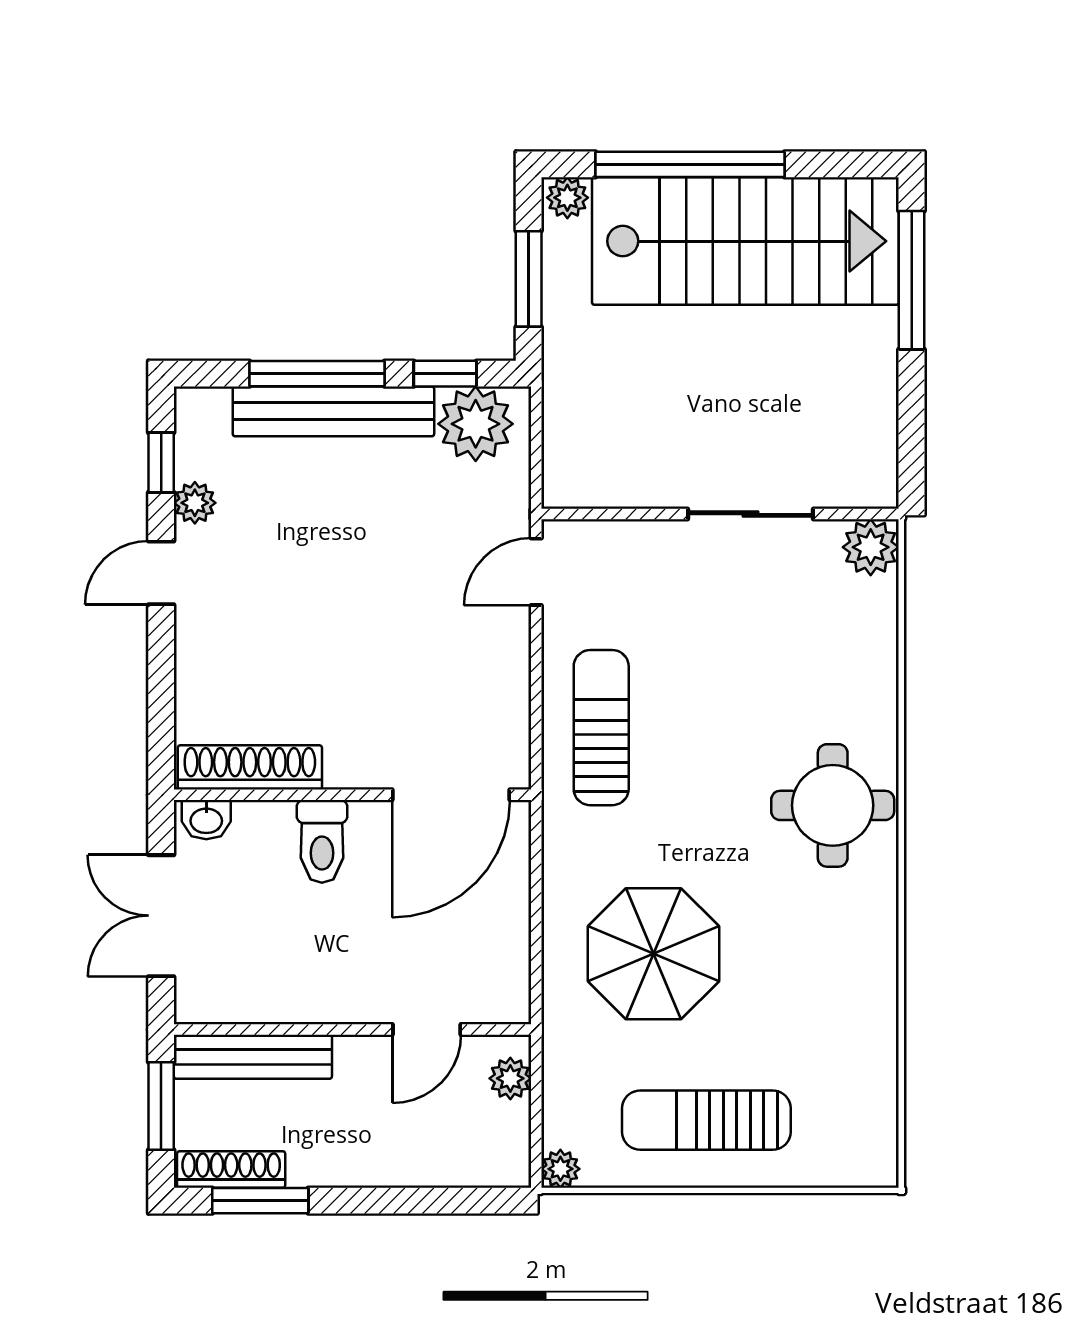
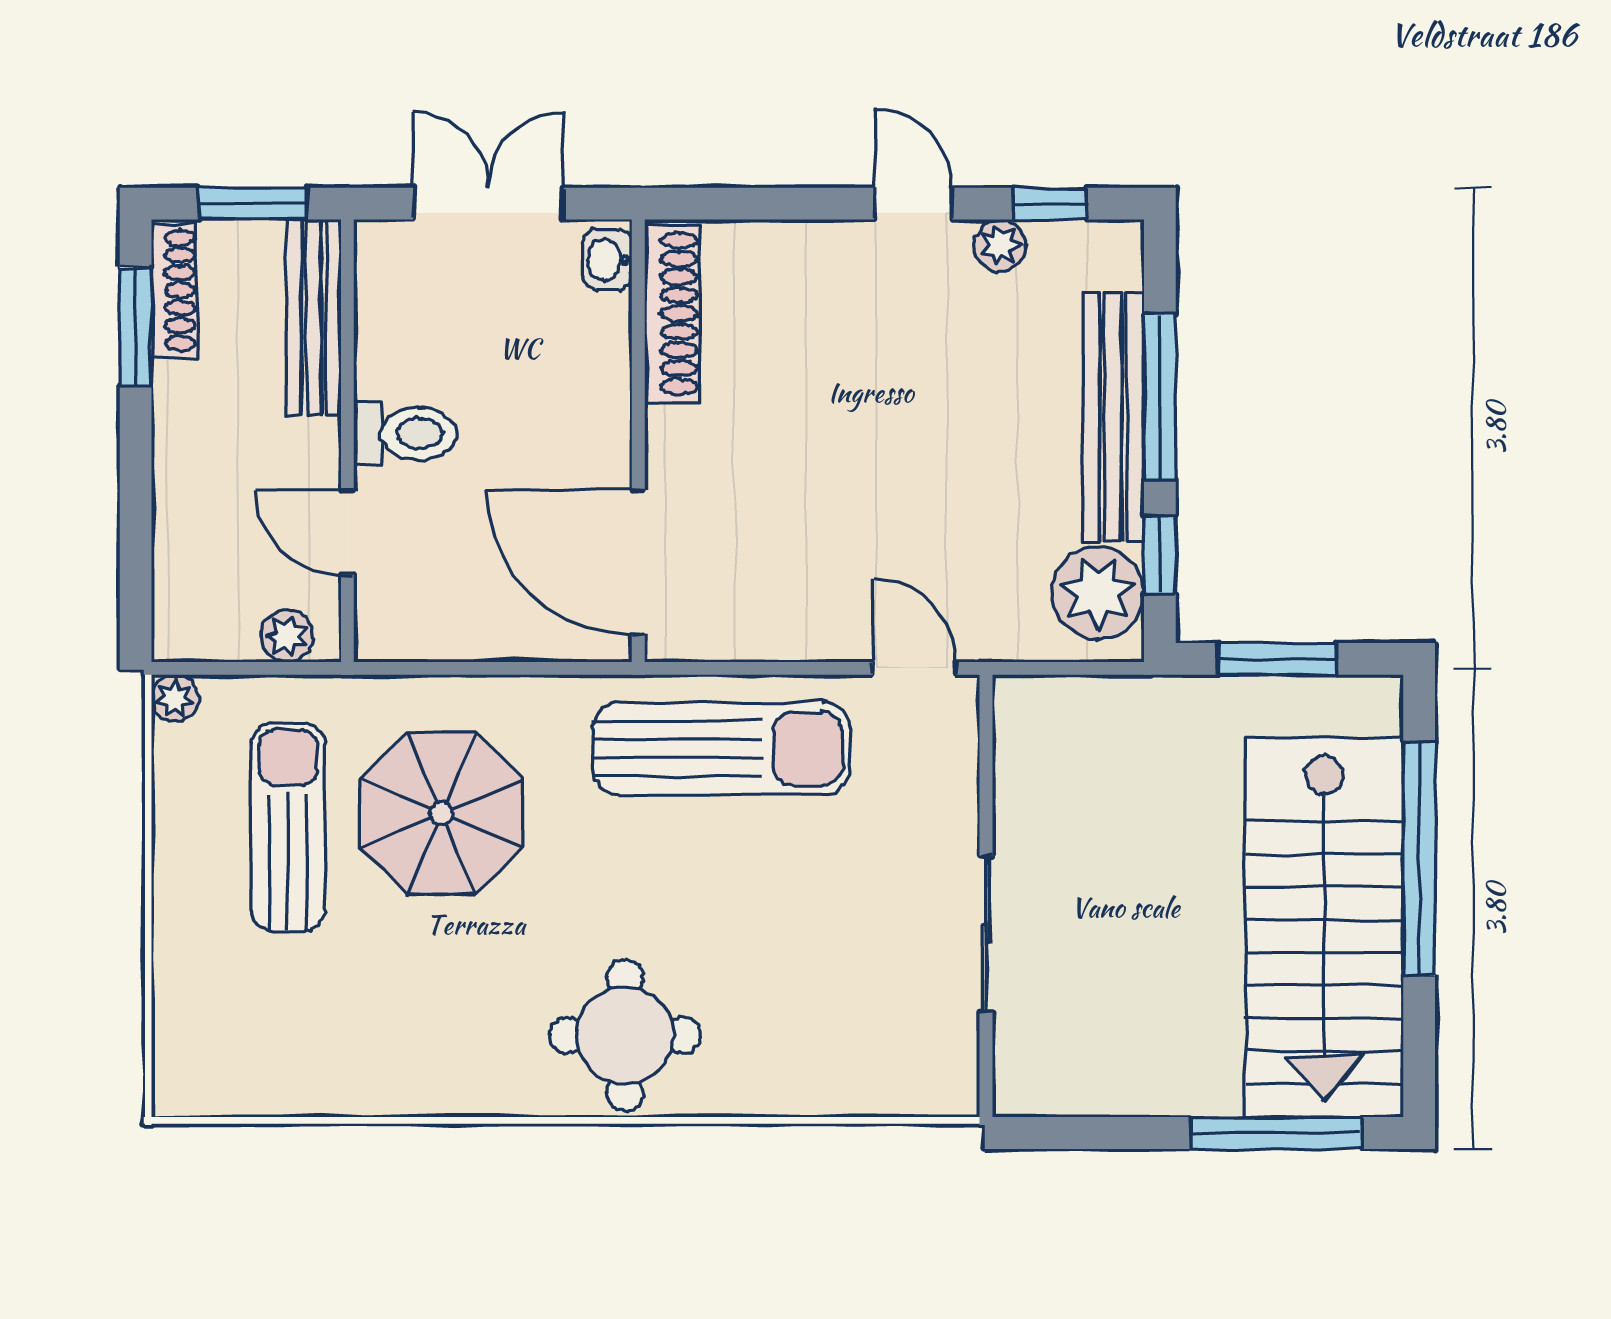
plant: (567, 198) -> (1378, 707), removed
plant: (871, 547) -> (945, 1082), removed
sun lounger: (601, 728) -> (721, 749), width x1.36, depth x1.34
toilet: (322, 841) -> (405, 434), moved, turned 180
sun lounger: (706, 1120) -> (288, 827), moved

